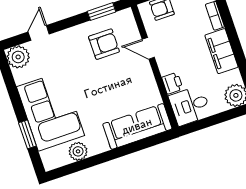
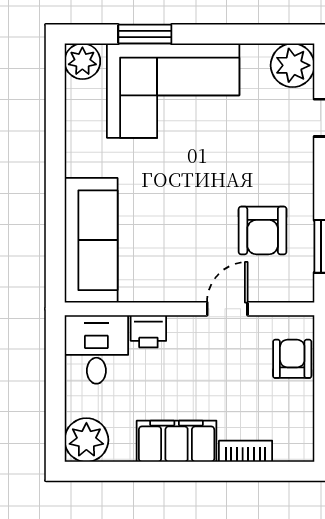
plant: (78, 151) -> (82, 61), moved

